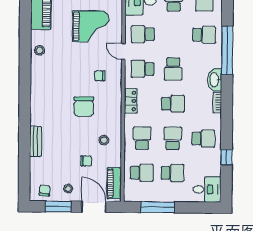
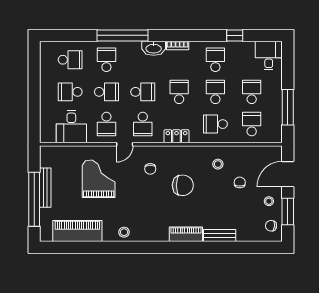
school desk: (173, 34) -> (106, 92), added
school desk: (173, 138) -> (215, 92), turned 90
piano: (114, 183) -> (186, 234), moved, turned 180

